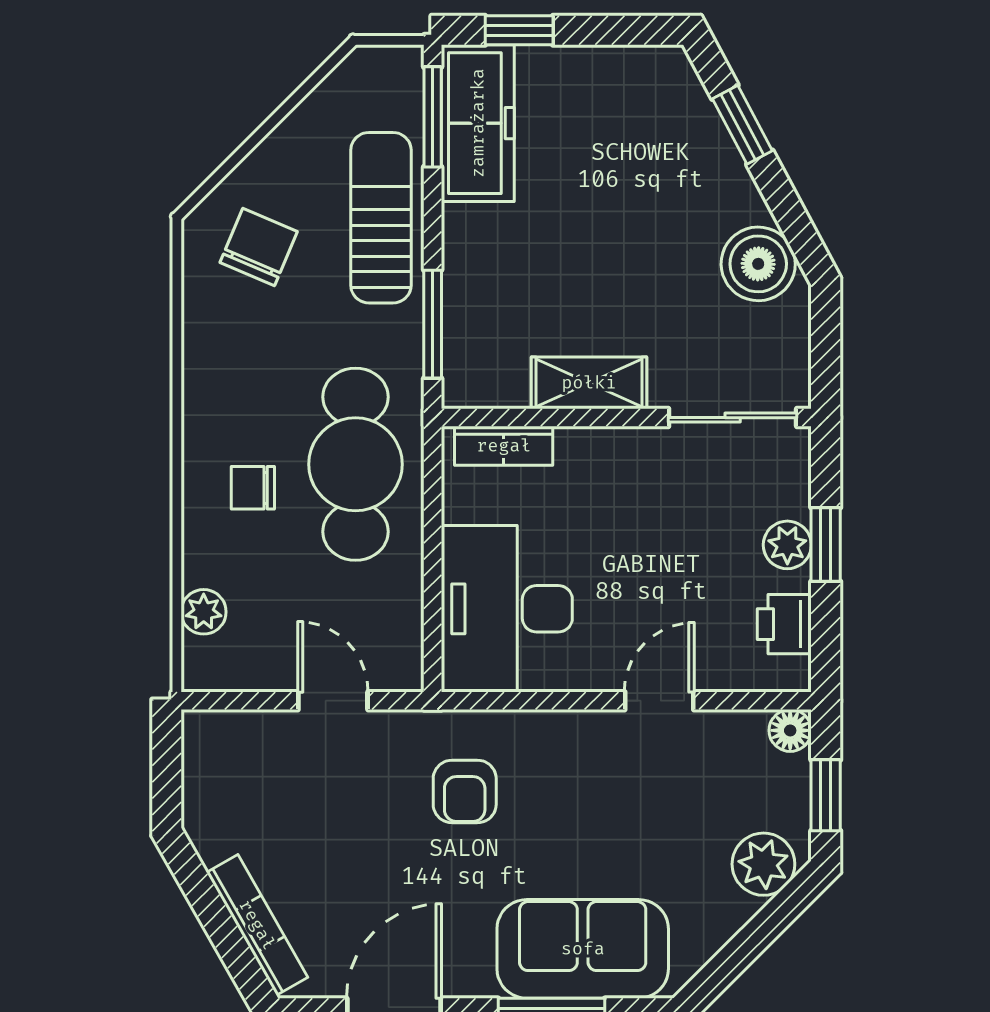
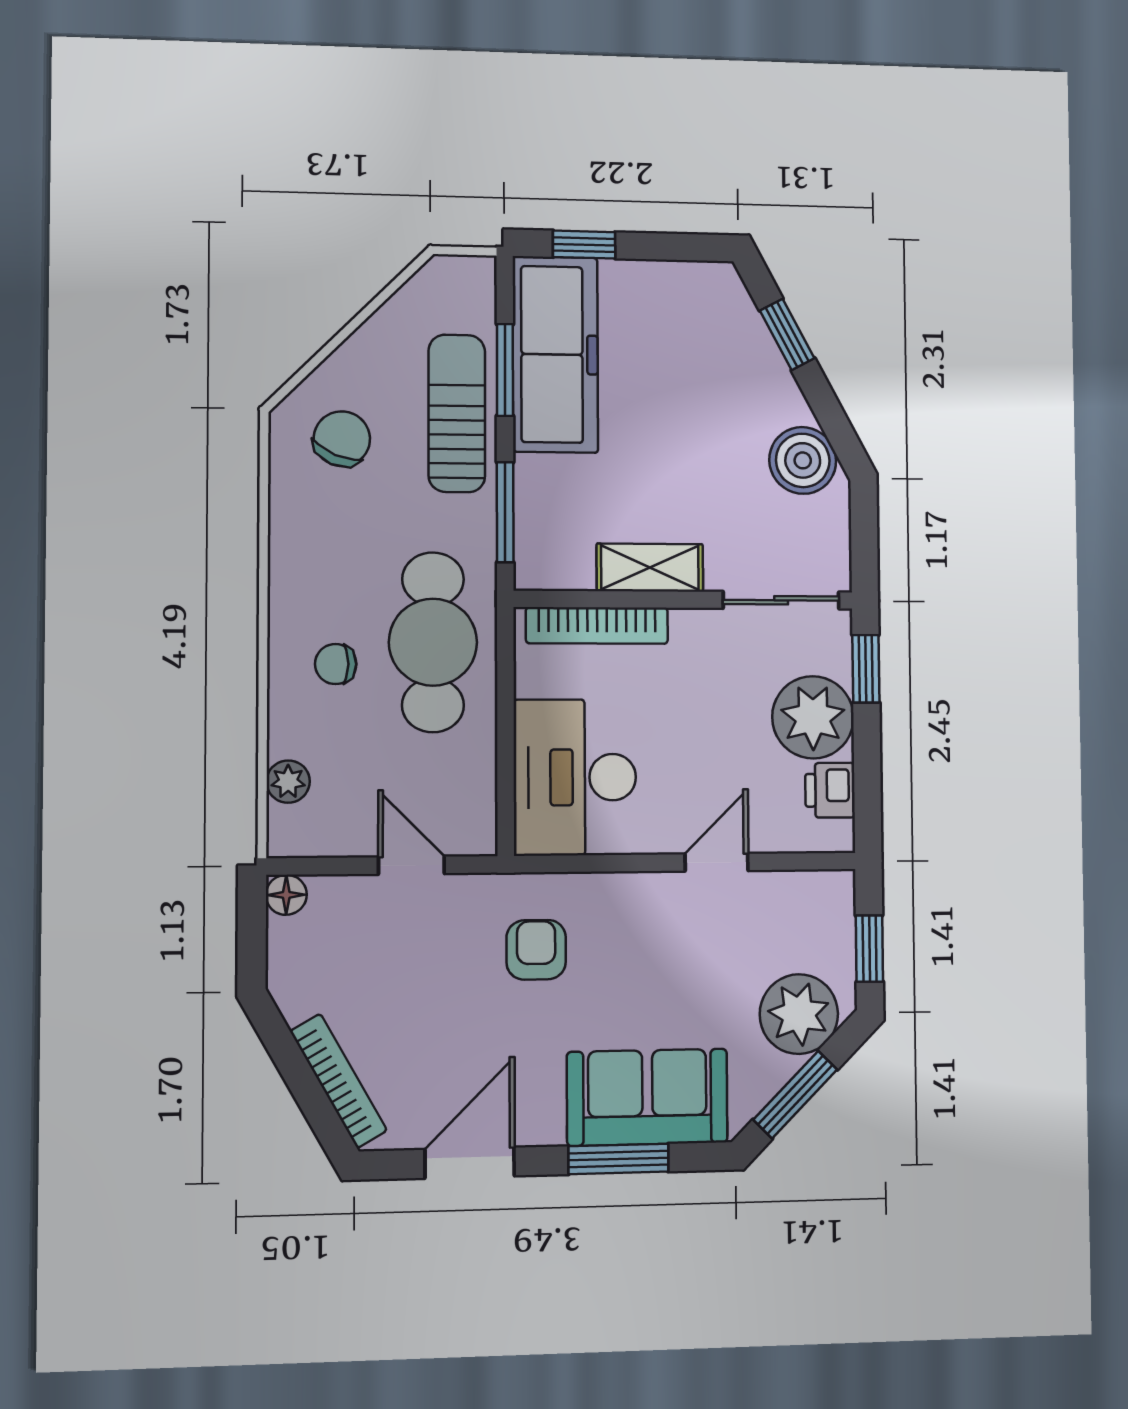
window: (433, 117) -> (505, 370), moved
freezer: (478, 123) -> (555, 354), width x1.36, depth x1.26
bookcase: (504, 446) -> (597, 625), width x1.56
plant: (787, 545) -> (813, 717), width x1.87, depth x1.87
window: (826, 545) -> (866, 669), moved
floor lamp: (790, 730) -> (286, 895), moved
armchair: (465, 791) -> (536, 950), turned 180
plant: (763, 864) -> (799, 1014), width x1.36, depth x1.36
window: (743, 950) -> (795, 1095), added

